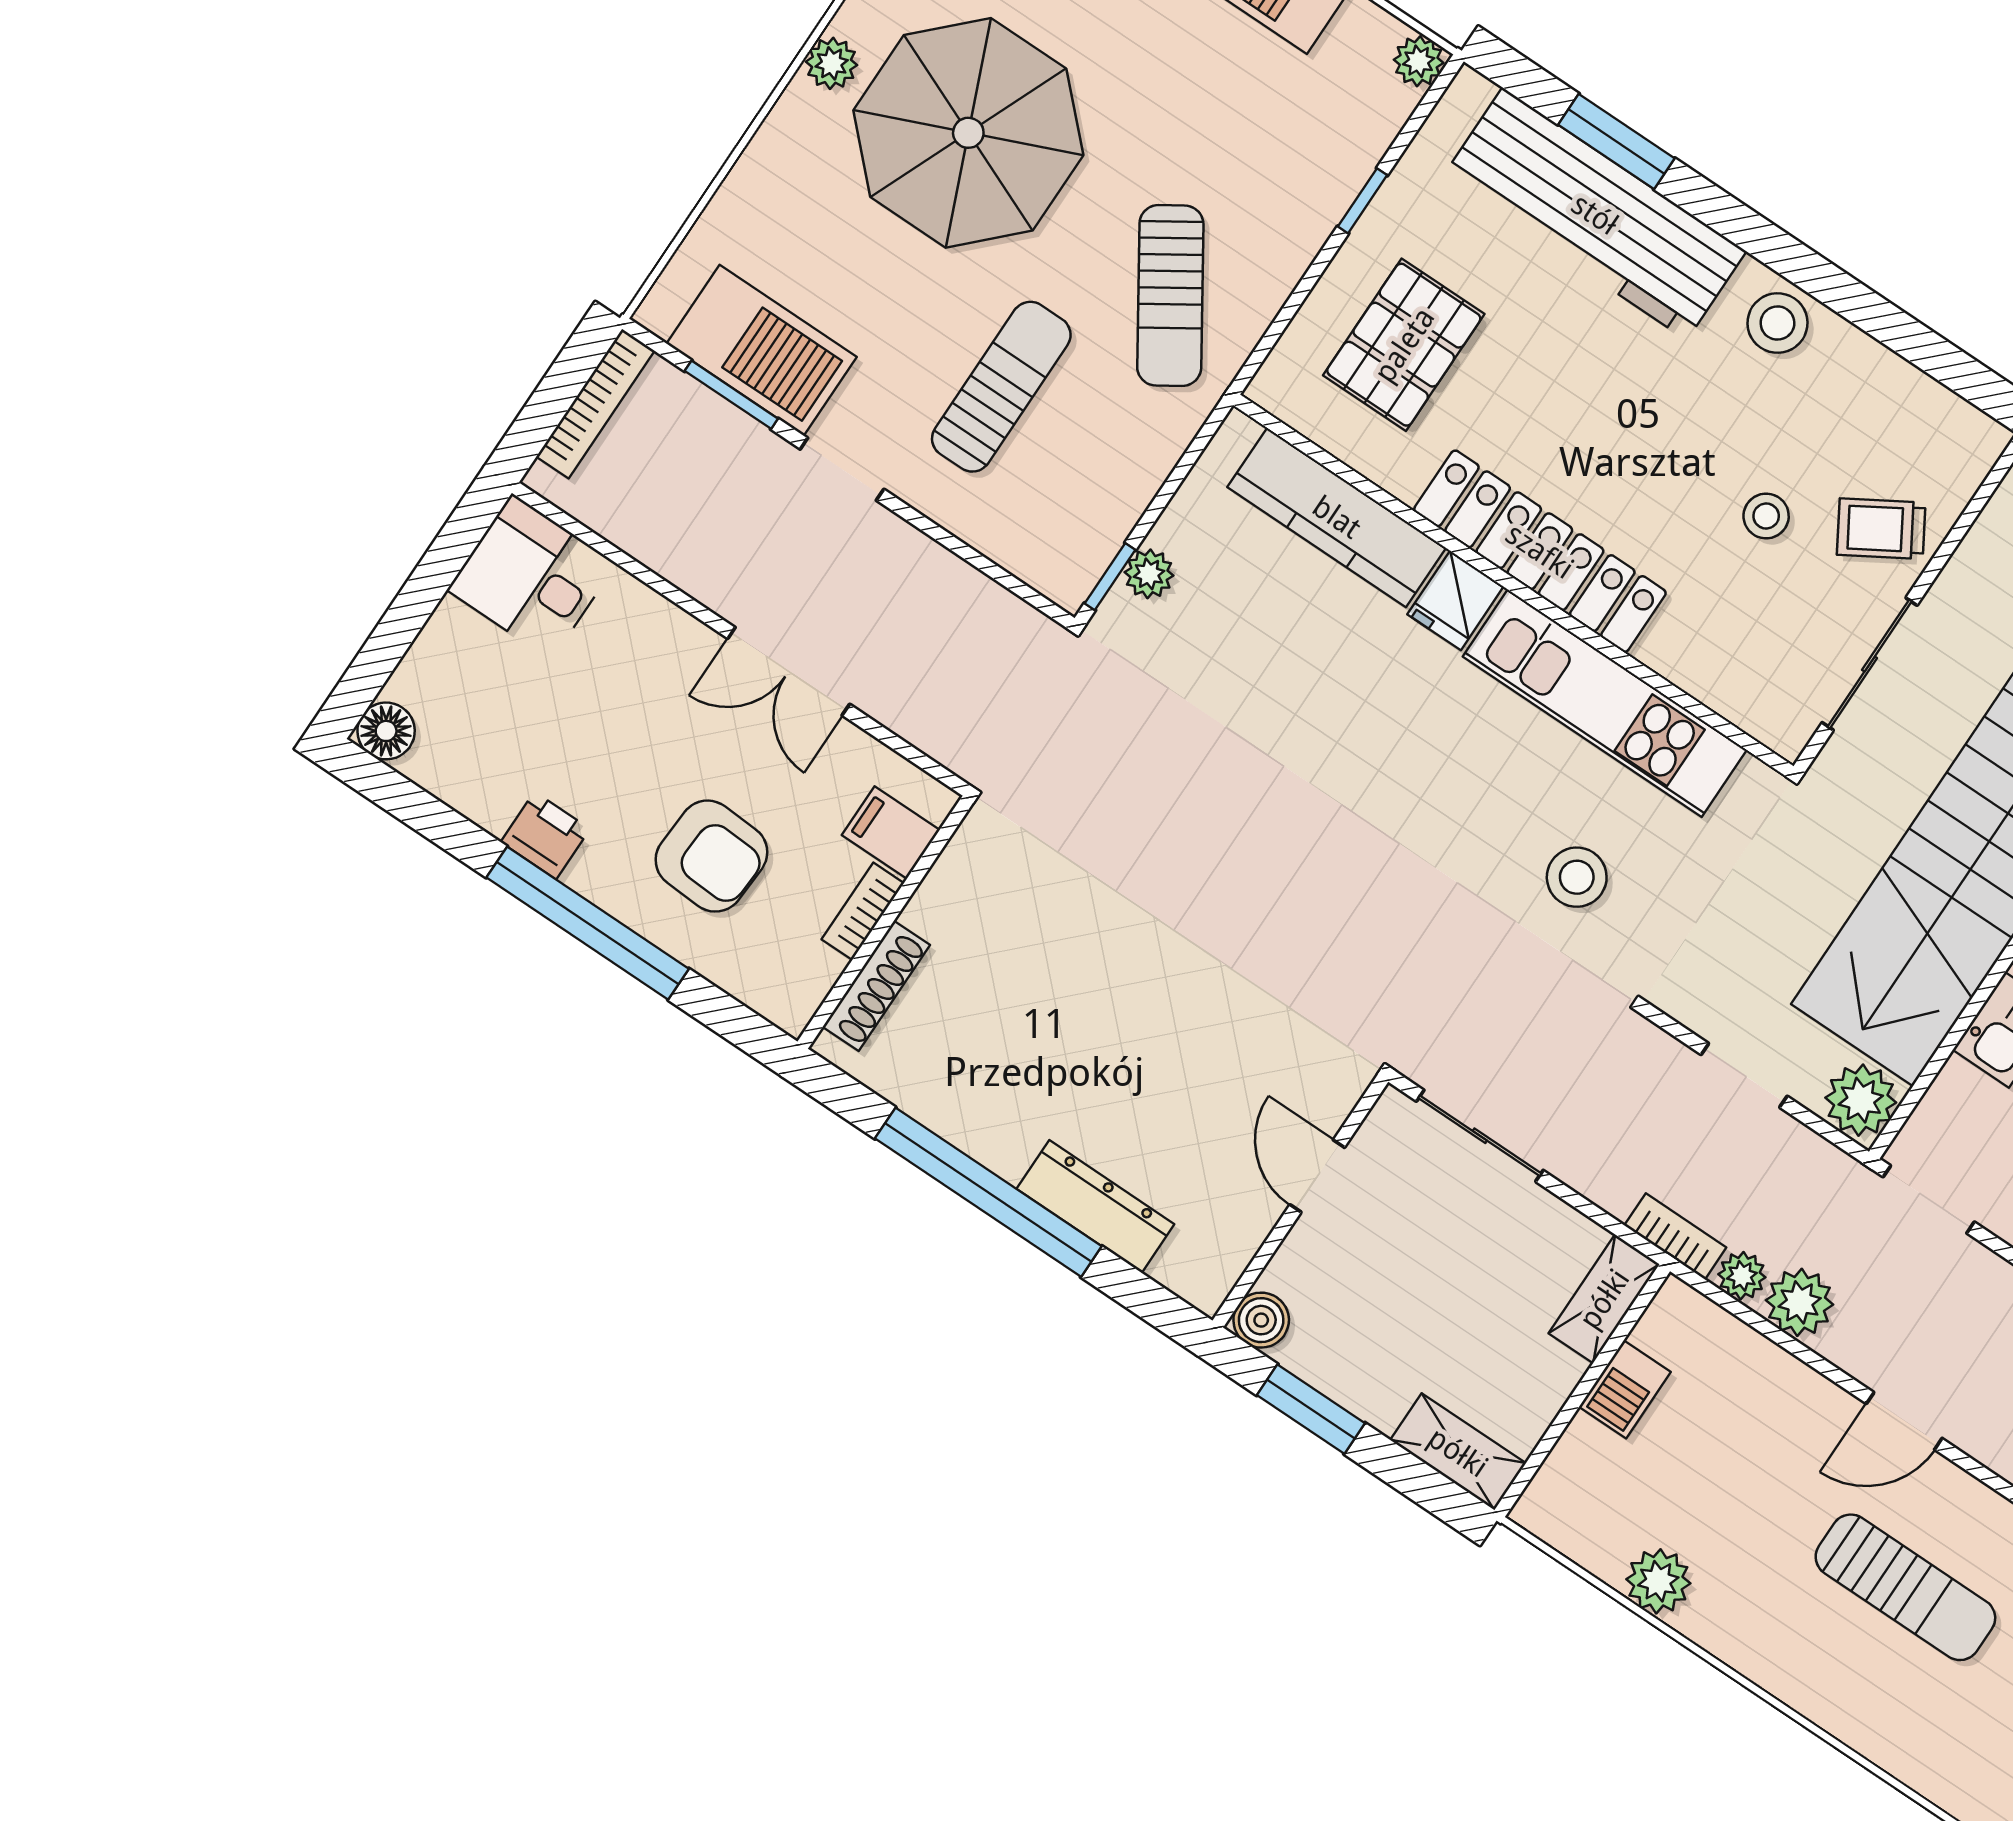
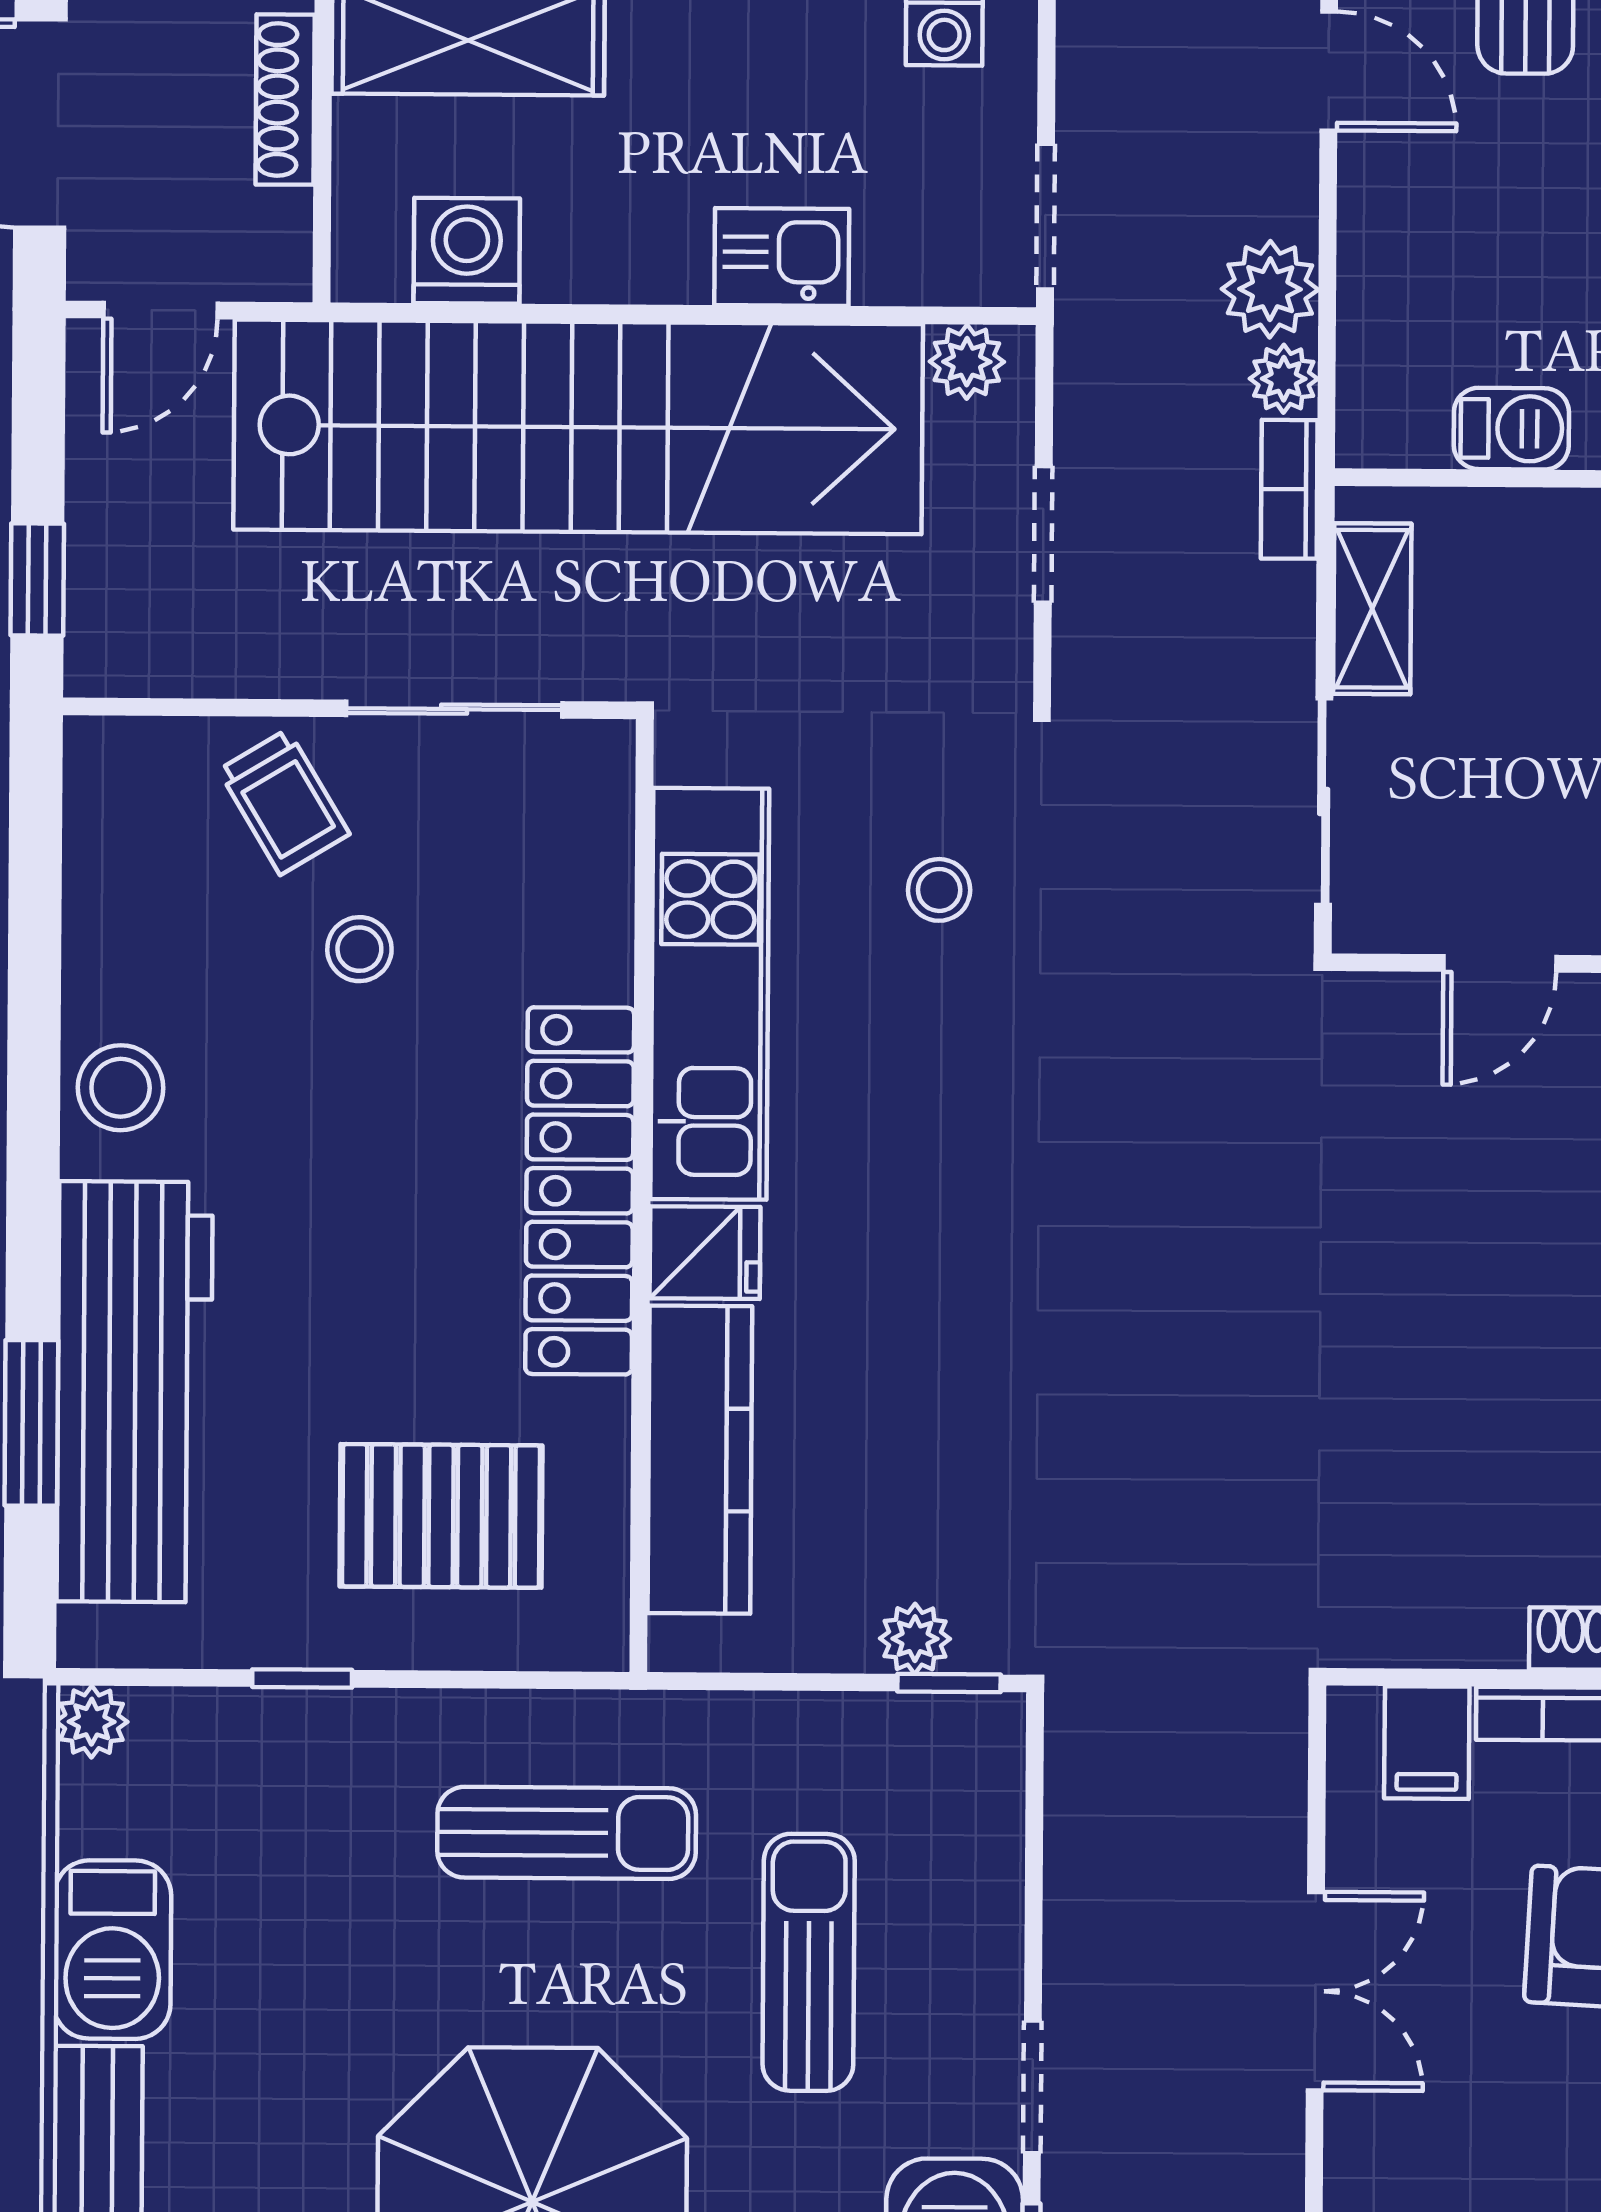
sun lounger: (1170, 296) -> (567, 1833), turned 33
sun lounger: (1001, 387) -> (809, 1962), turned 90
stool: (1577, 877) -> (939, 890), width x0.73, depth x0.73
plant: (1861, 1100) -> (967, 362), width x0.73, depth x0.73
shelving: (1604, 1299) -> (1372, 609), moved, turned 90

